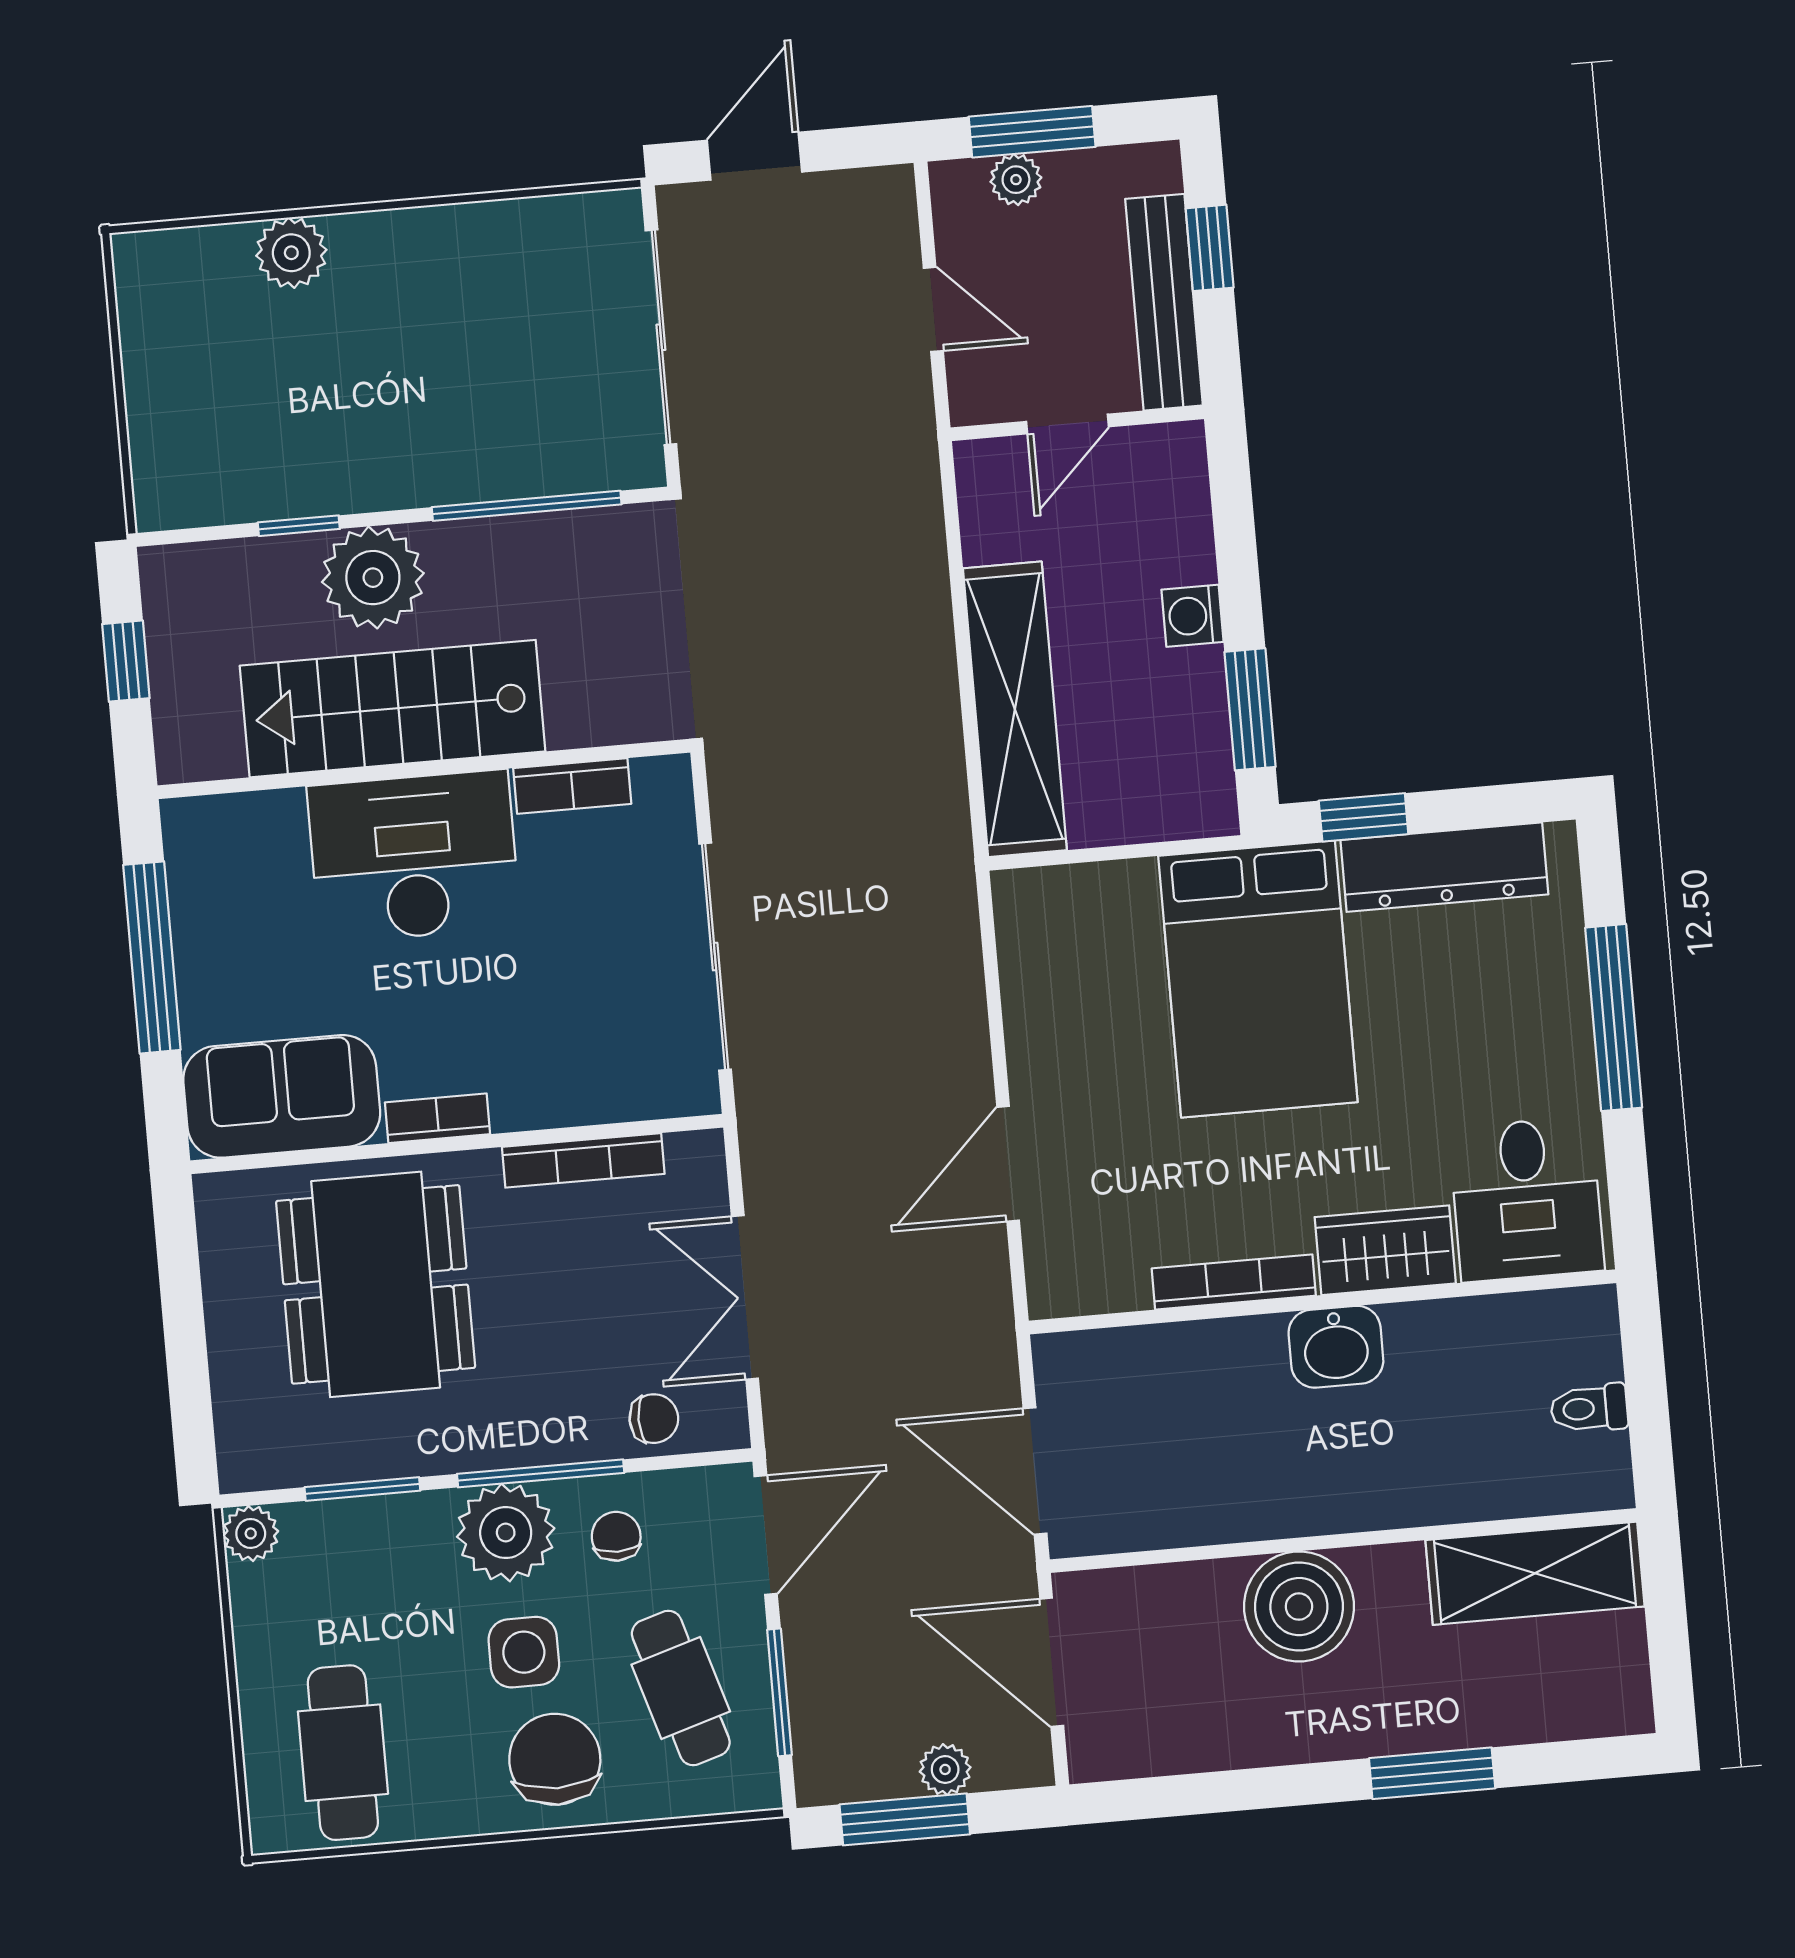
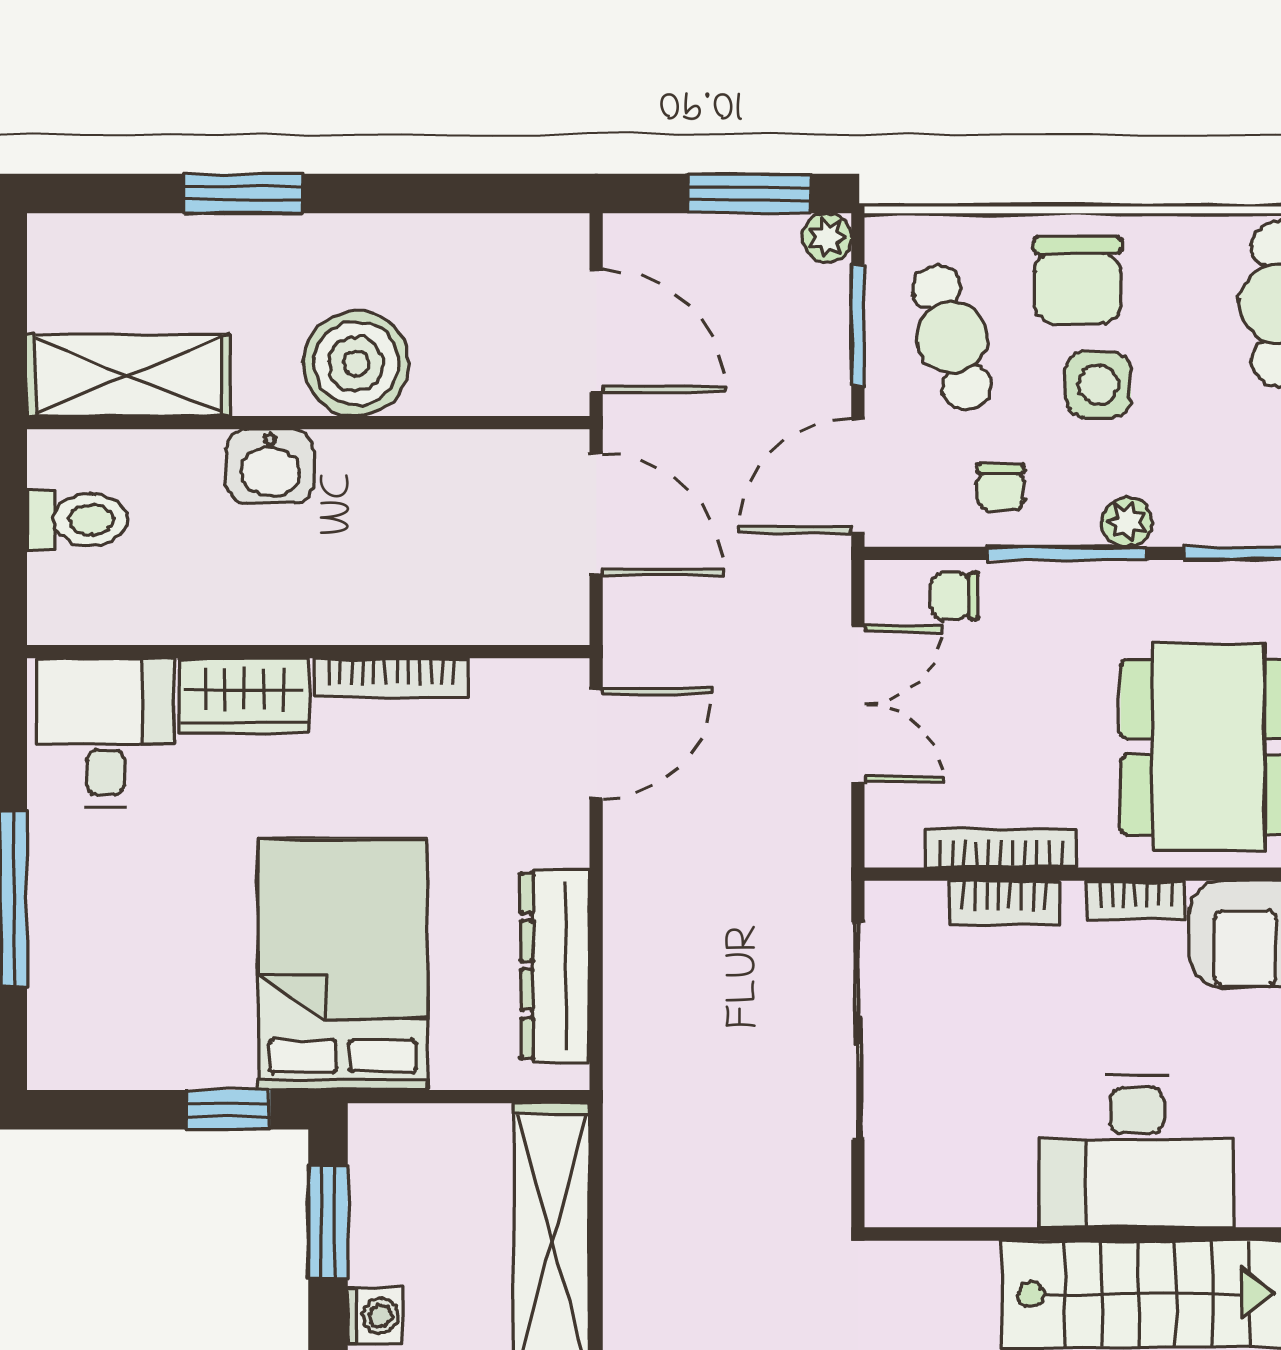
bookcase: (572, 786) -> (1004, 903), moved, turned 180
dresser: (1444, 867) -> (555, 966), moved, turned -90
door: (1008, 1164) -> (596, 743), moved
washbasin: (1336, 1347) -> (270, 466), moved, turned 180
toilet: (1589, 1408) -> (77, 520), width x1.37, depth x1.39
plant: (506, 1533) -> (1127, 522), width x0.53, depth x0.53
plant: (945, 1769) -> (827, 238), moved

